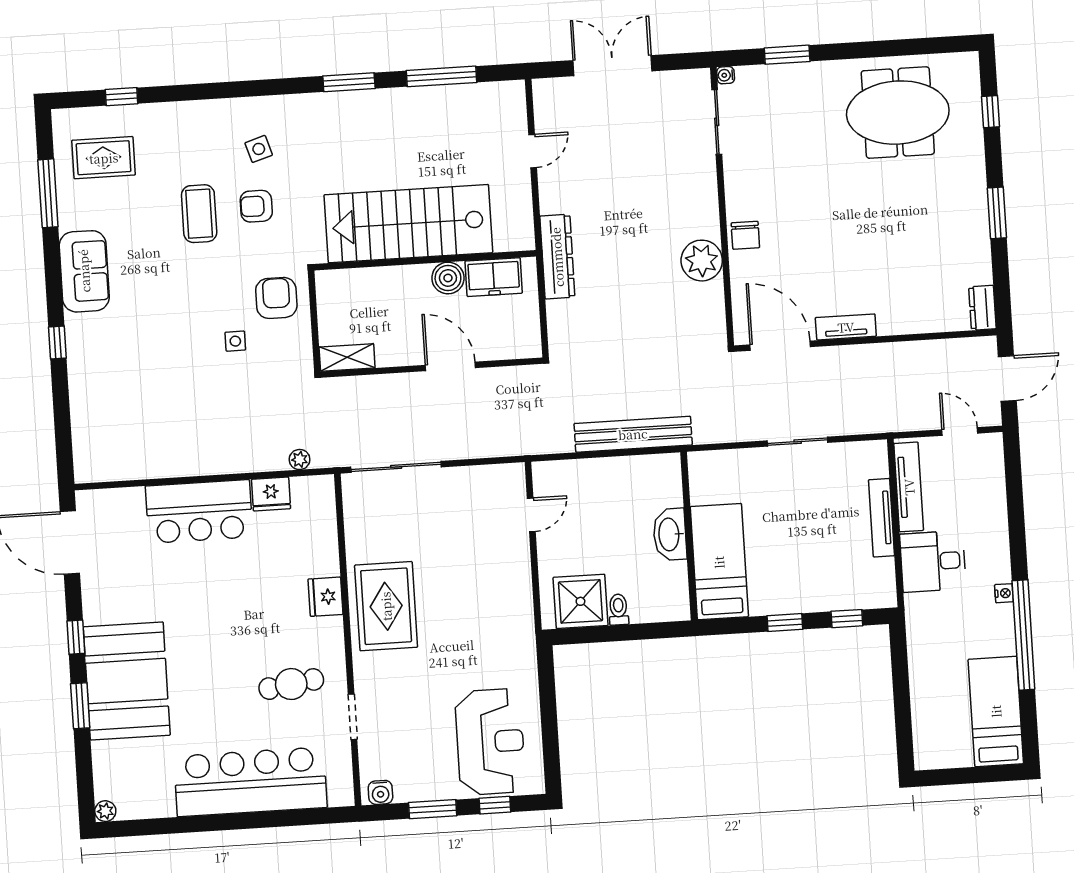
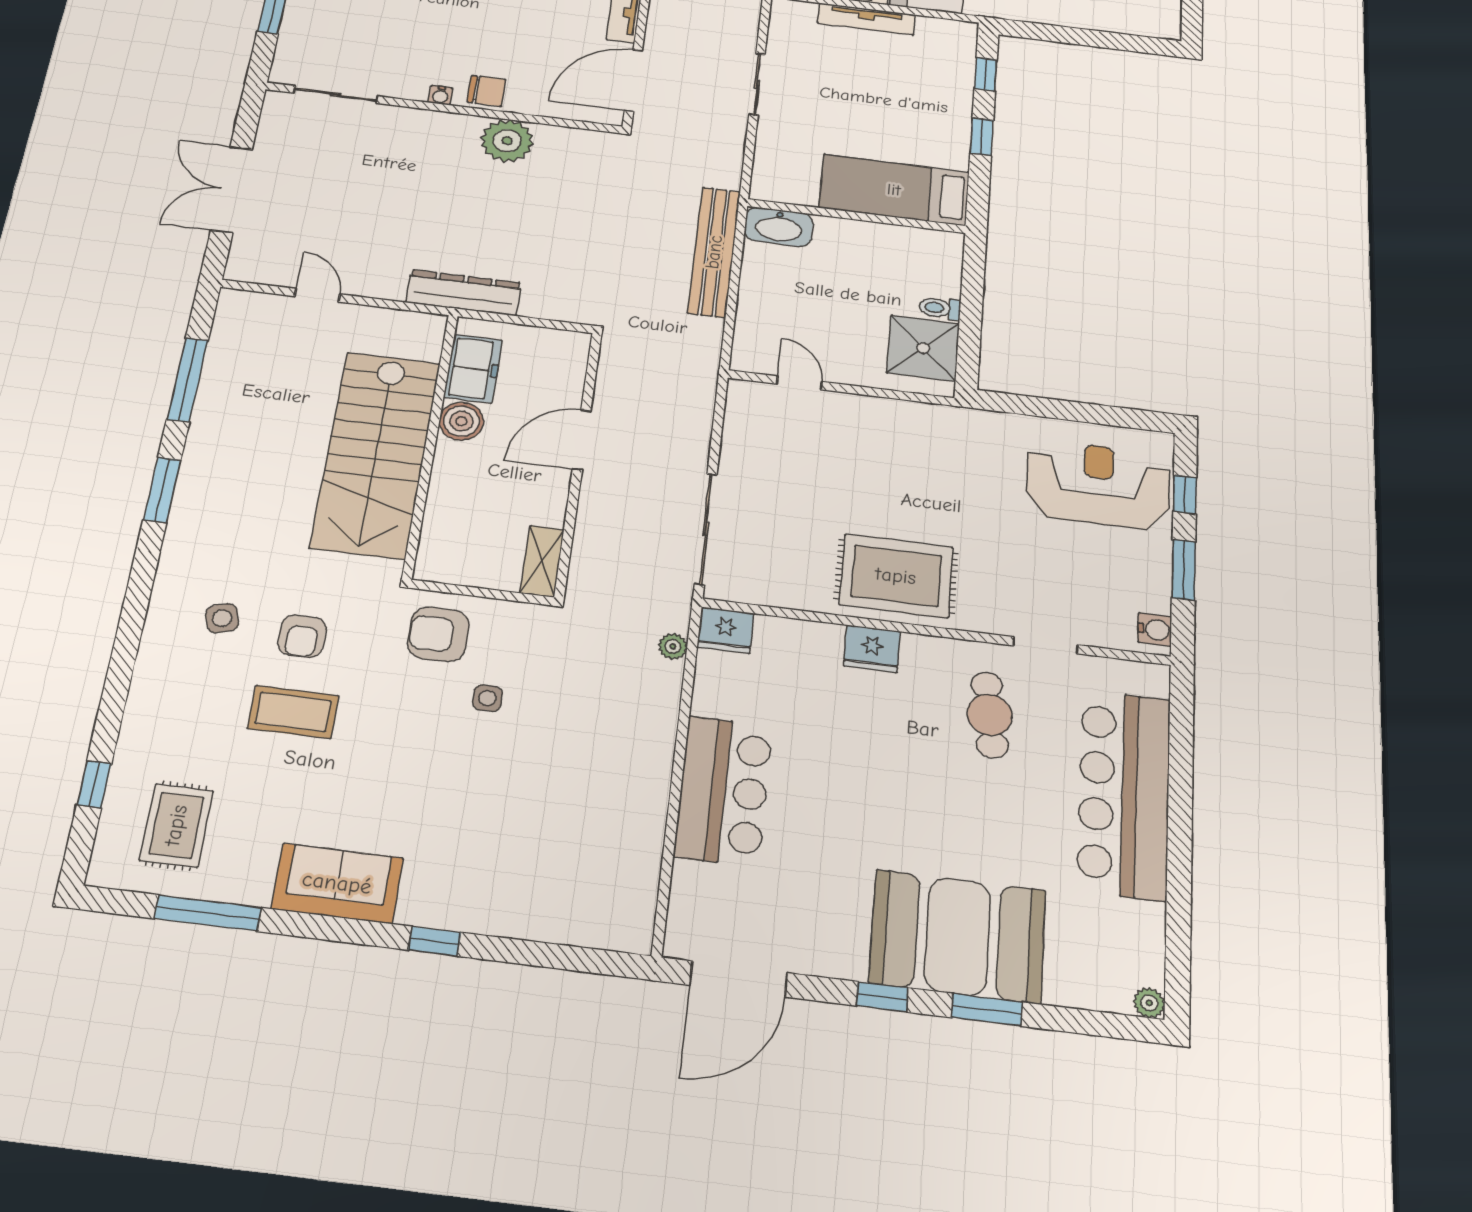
water cooler: (726, 75) -> (440, 95), moved
fridge: (271, 494) -> (725, 630), moved, turned 90
washbasin: (670, 534) -> (779, 227), moved

